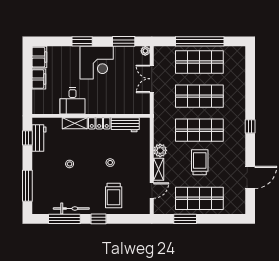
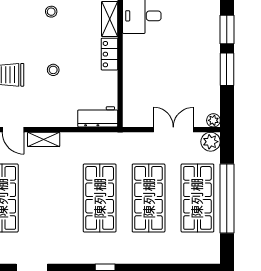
window: (124, 41) -> (227, 69), moved
corner desk: (97, 63) -> (196, 50), removed
workbench: (125, 125) -> (98, 117), moved, turned 90
plant: (160, 150) -> (211, 142), moved
trolley: (200, 162) -> (54, 198), removed

